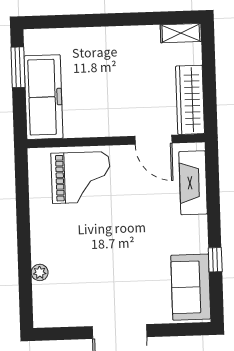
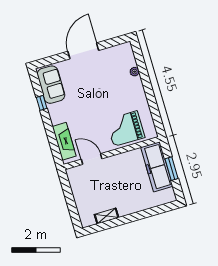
shelving: (181, 33) -> (106, 216), moved
window: (18, 67) -> (172, 169), moved
wardrobe: (190, 100) -> (77, 186), removed

